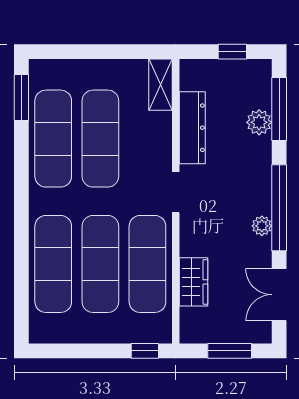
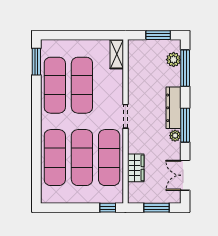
window: (232, 52) -> (158, 35), width x1.50
plant: (259, 122) -> (174, 60), moved
dresser: (192, 128) -> (173, 108), moved, turned 180
window: (279, 208) -> (185, 125), width x0.68

